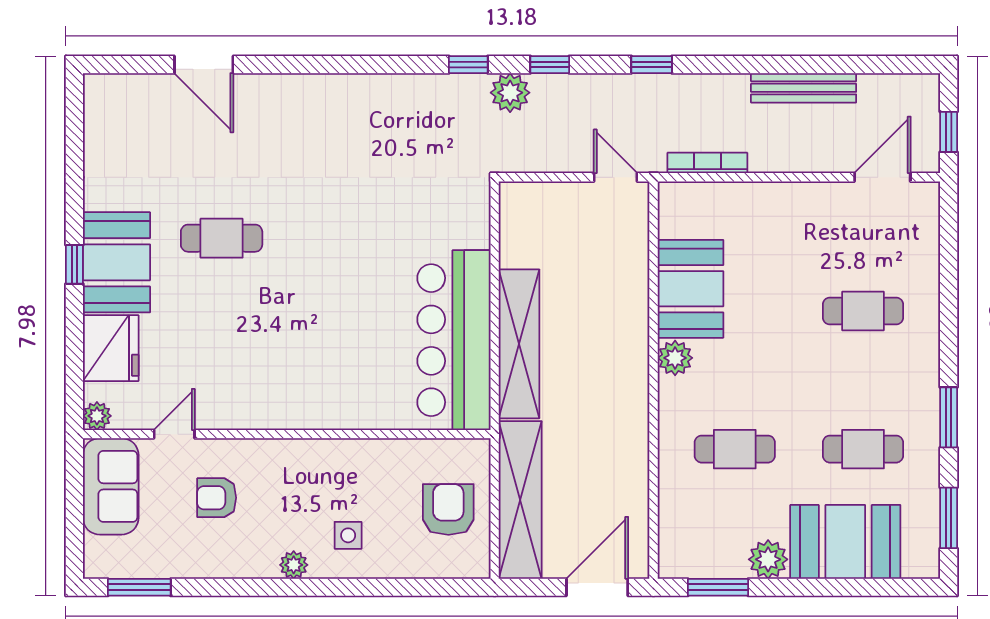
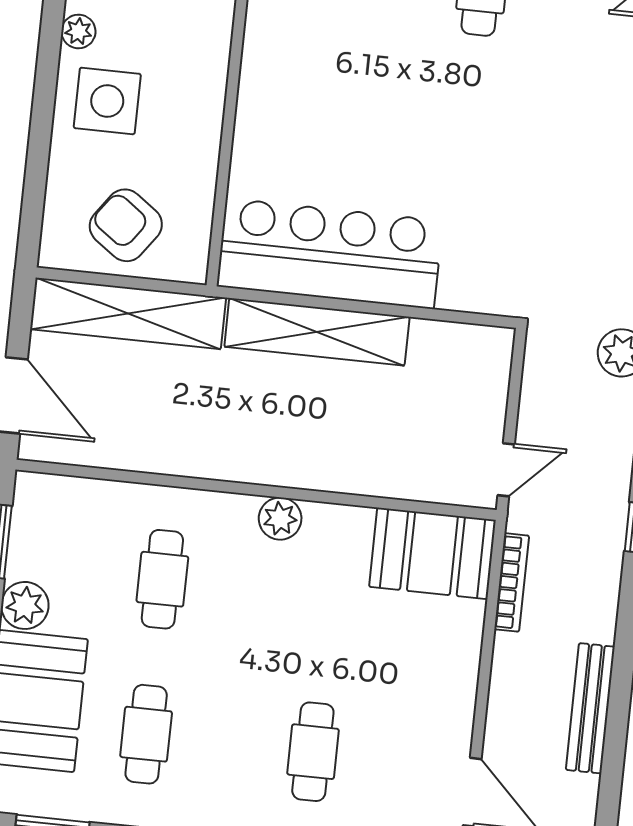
booth: (690, 289) -> (432, 553), moved
armchair: (448, 509) -> (126, 225), turned -144
side table: (348, 535) -> (107, 101), width x1.87, depth x1.87

